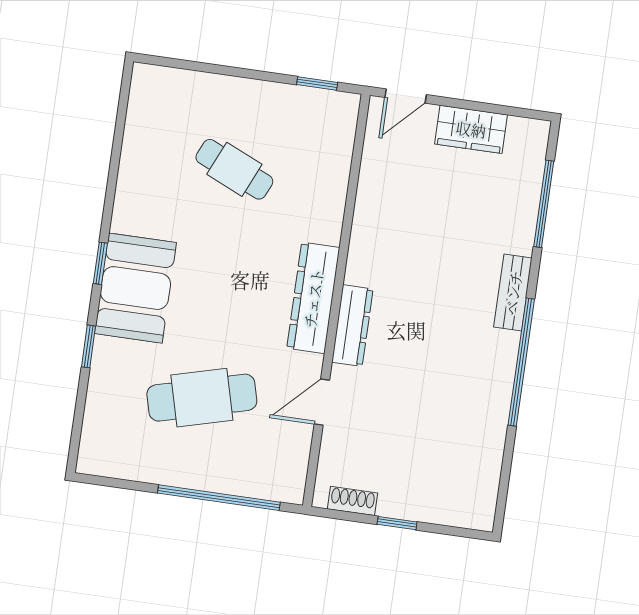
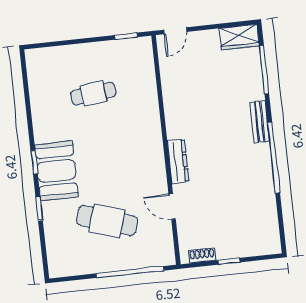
wardrobe: (471, 129) -> (239, 37), moved
cafe table: (234, 169) -> (93, 94), turned -30
dresser: (313, 298) -> (153, 152), removed
cafe table: (202, 398) -> (107, 221), turned 33
door: (322, 402) -> (172, 207), hinge flipped

